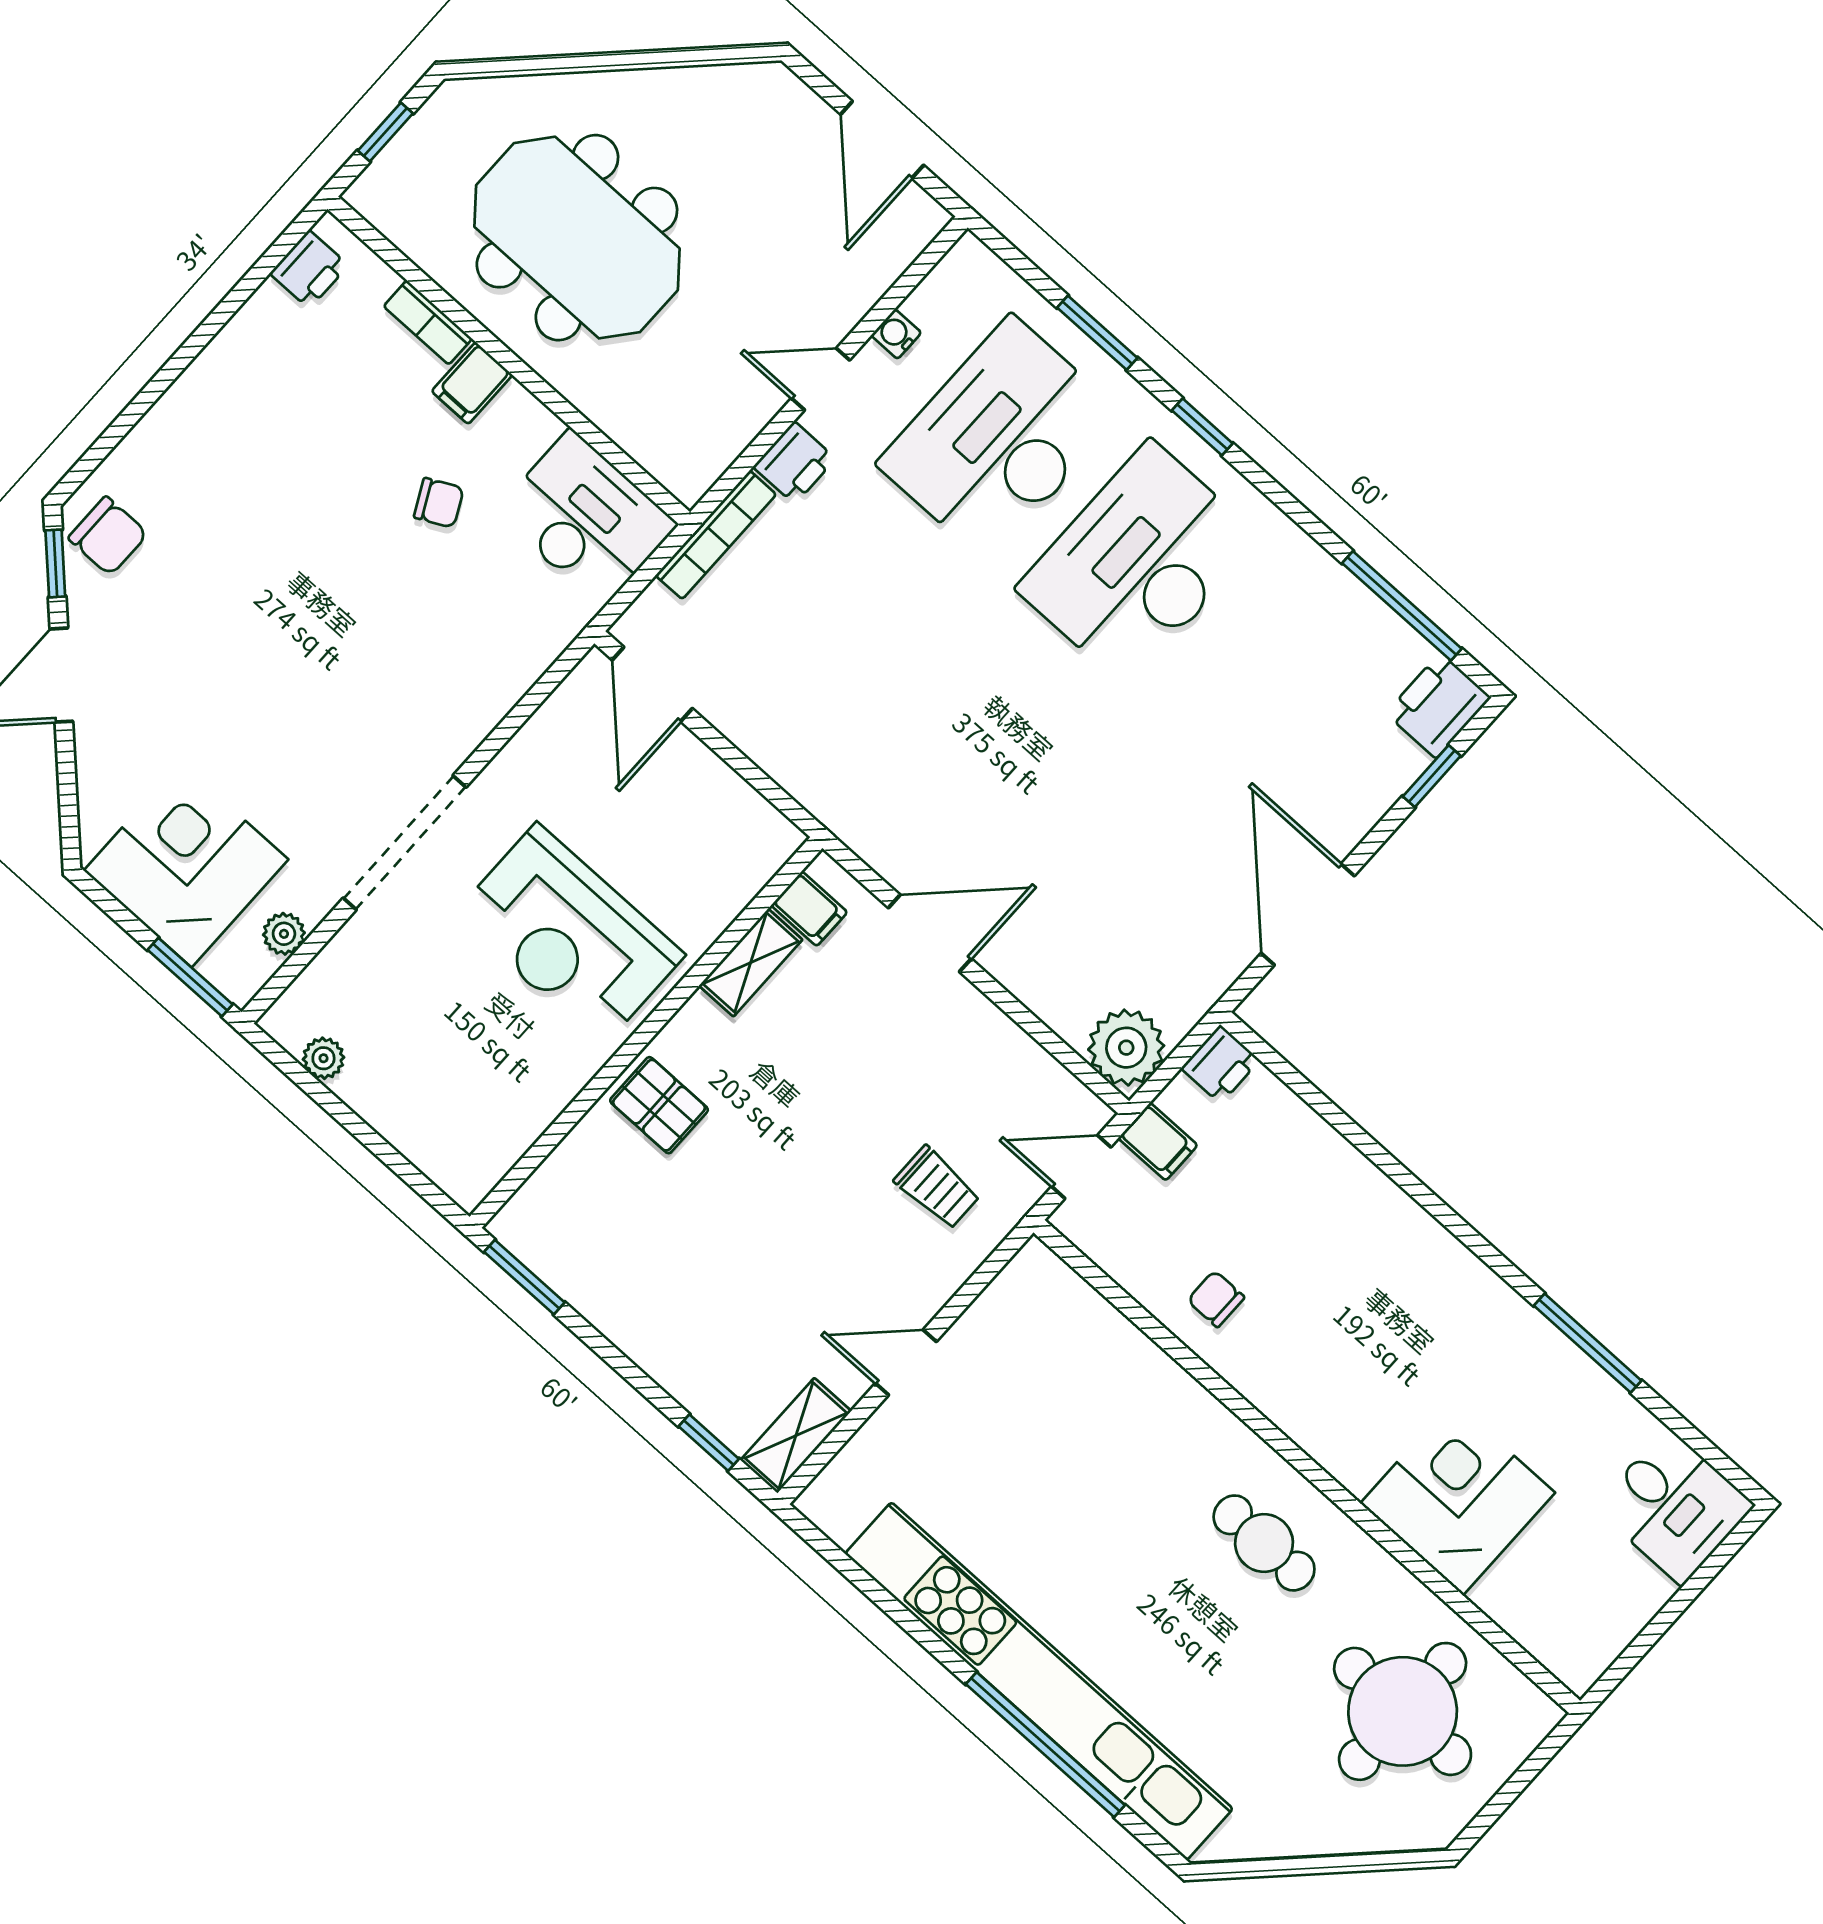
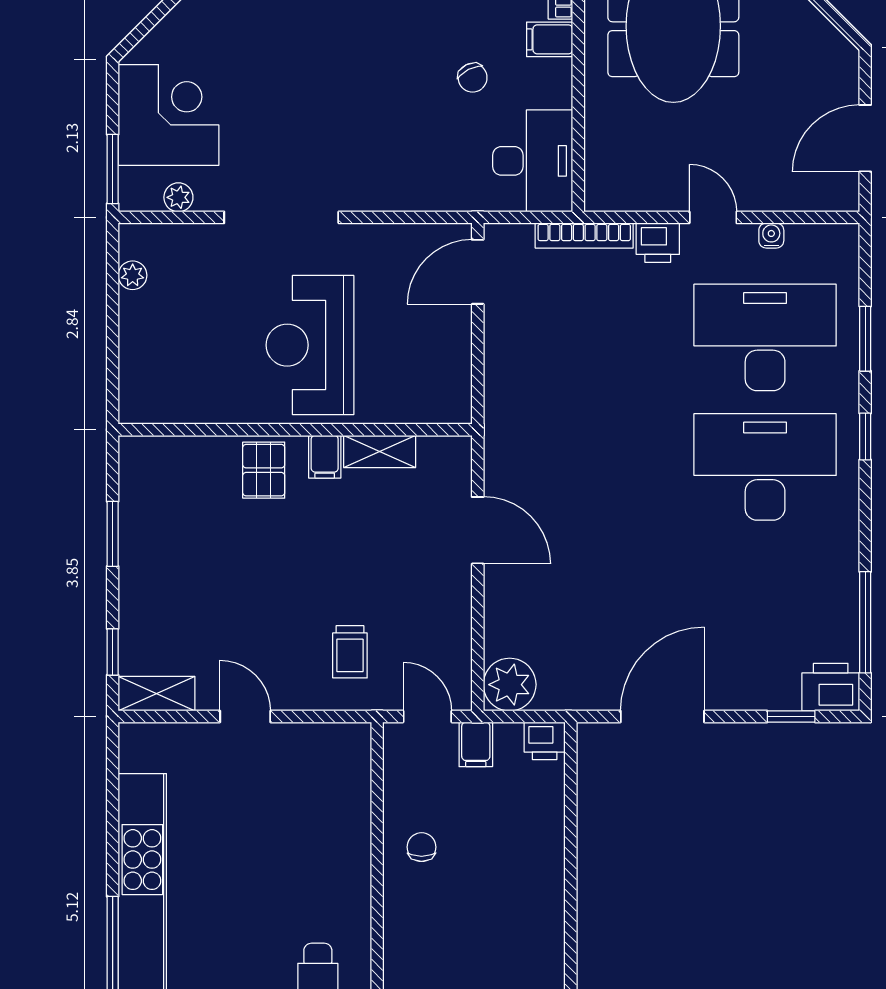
filing cabinet: (809, 909) -> (325, 457), moved
window: (524, 1277) -> (113, 534), moved

